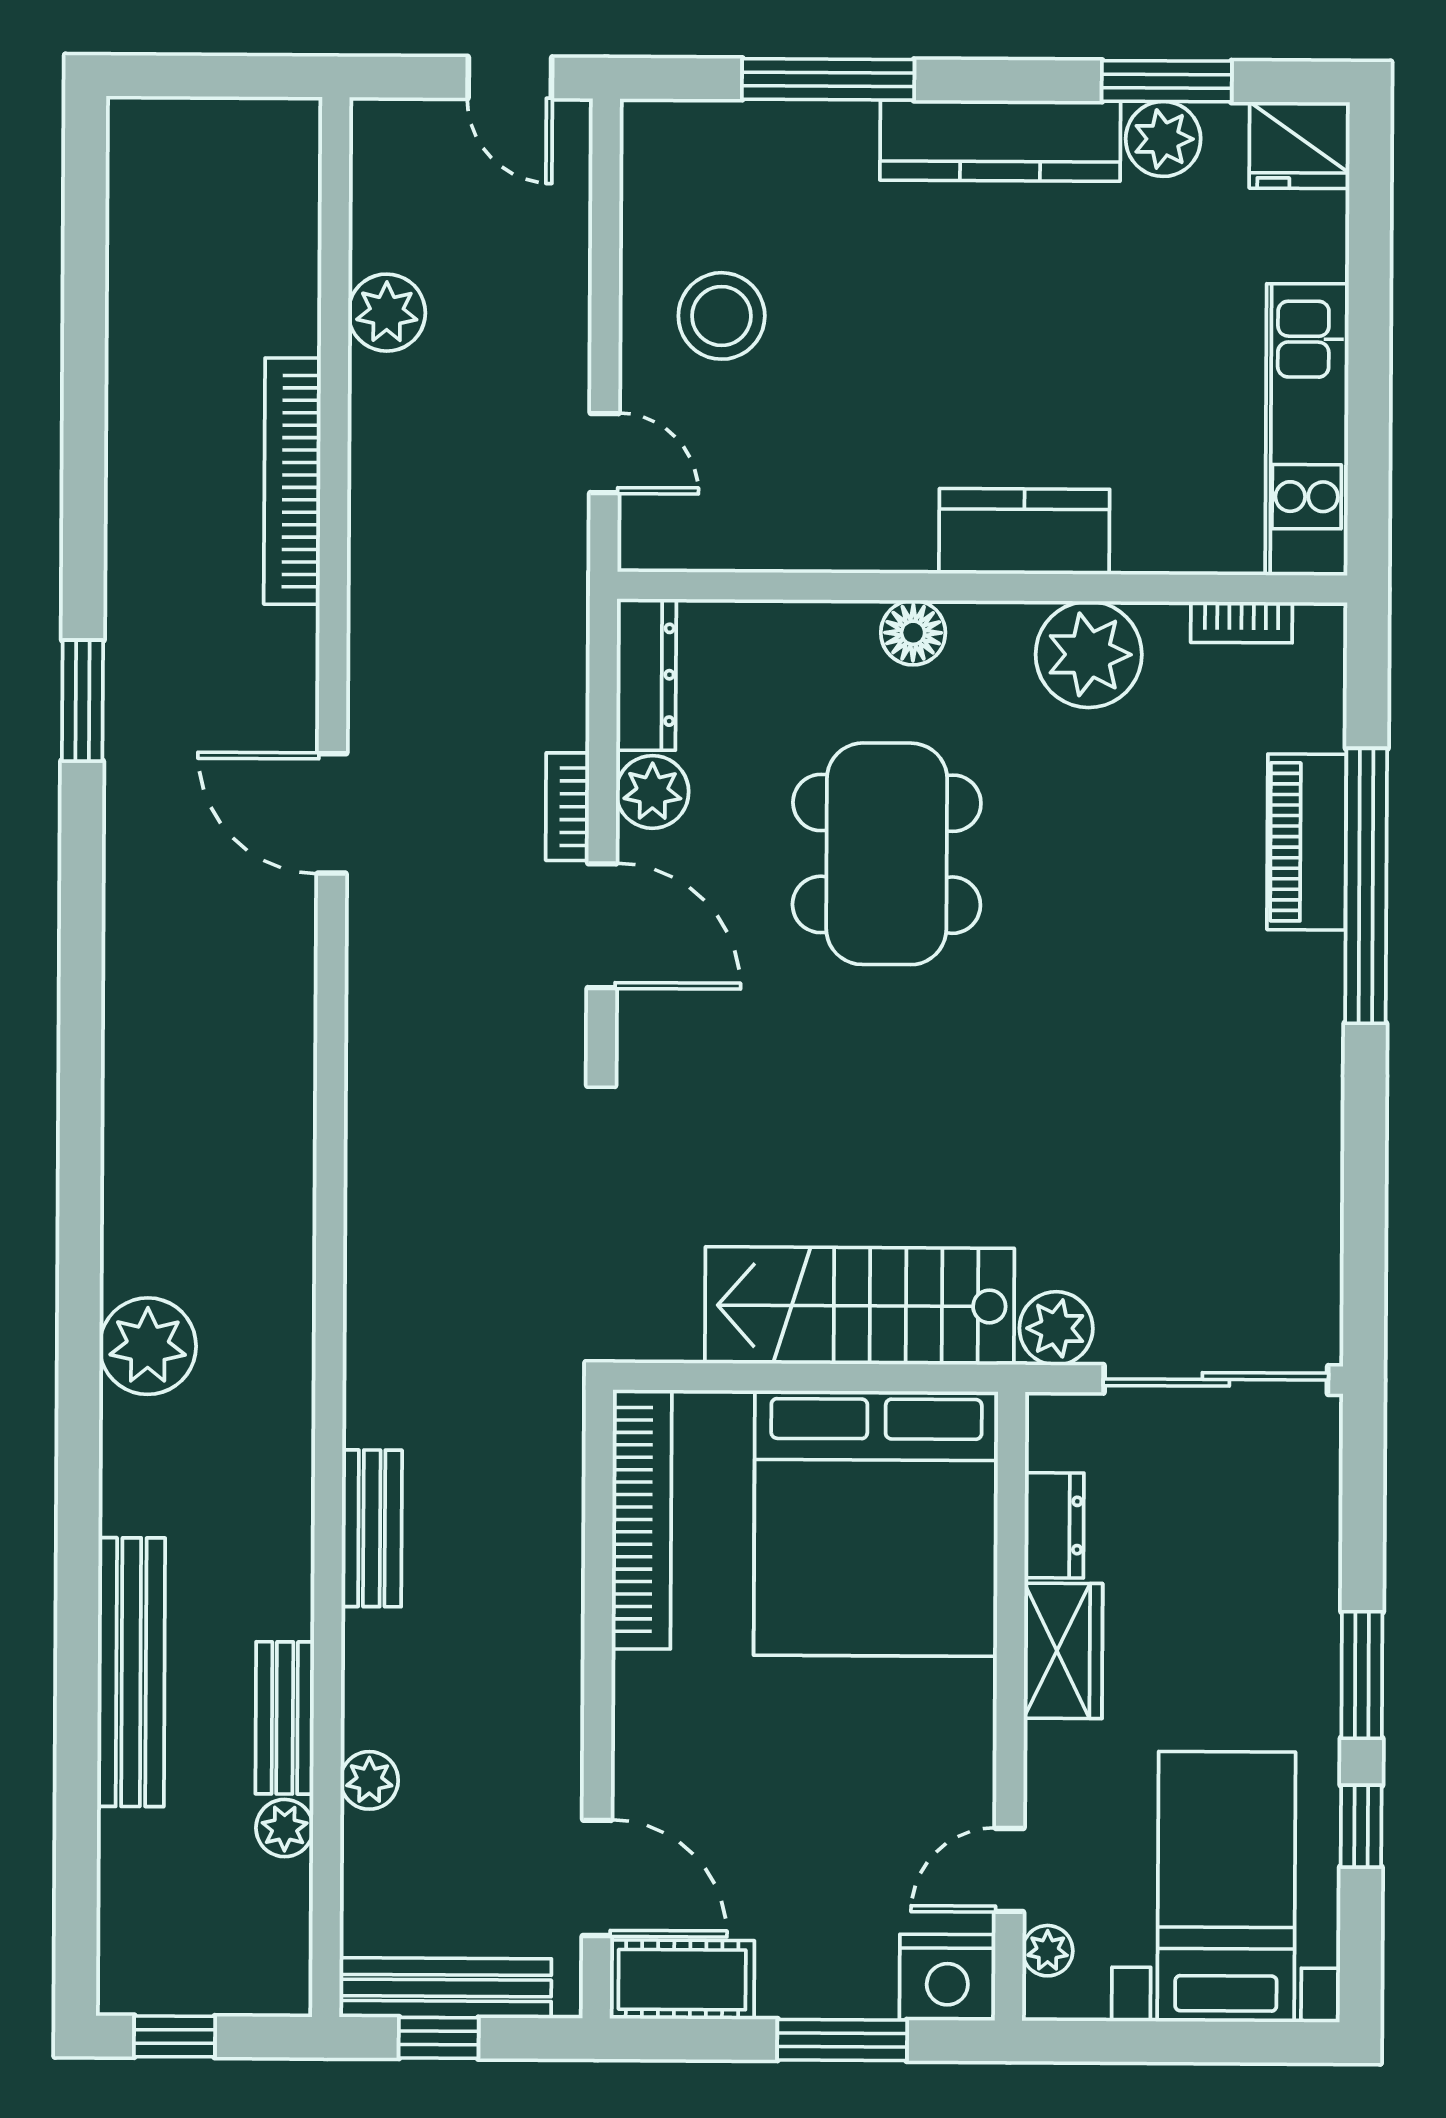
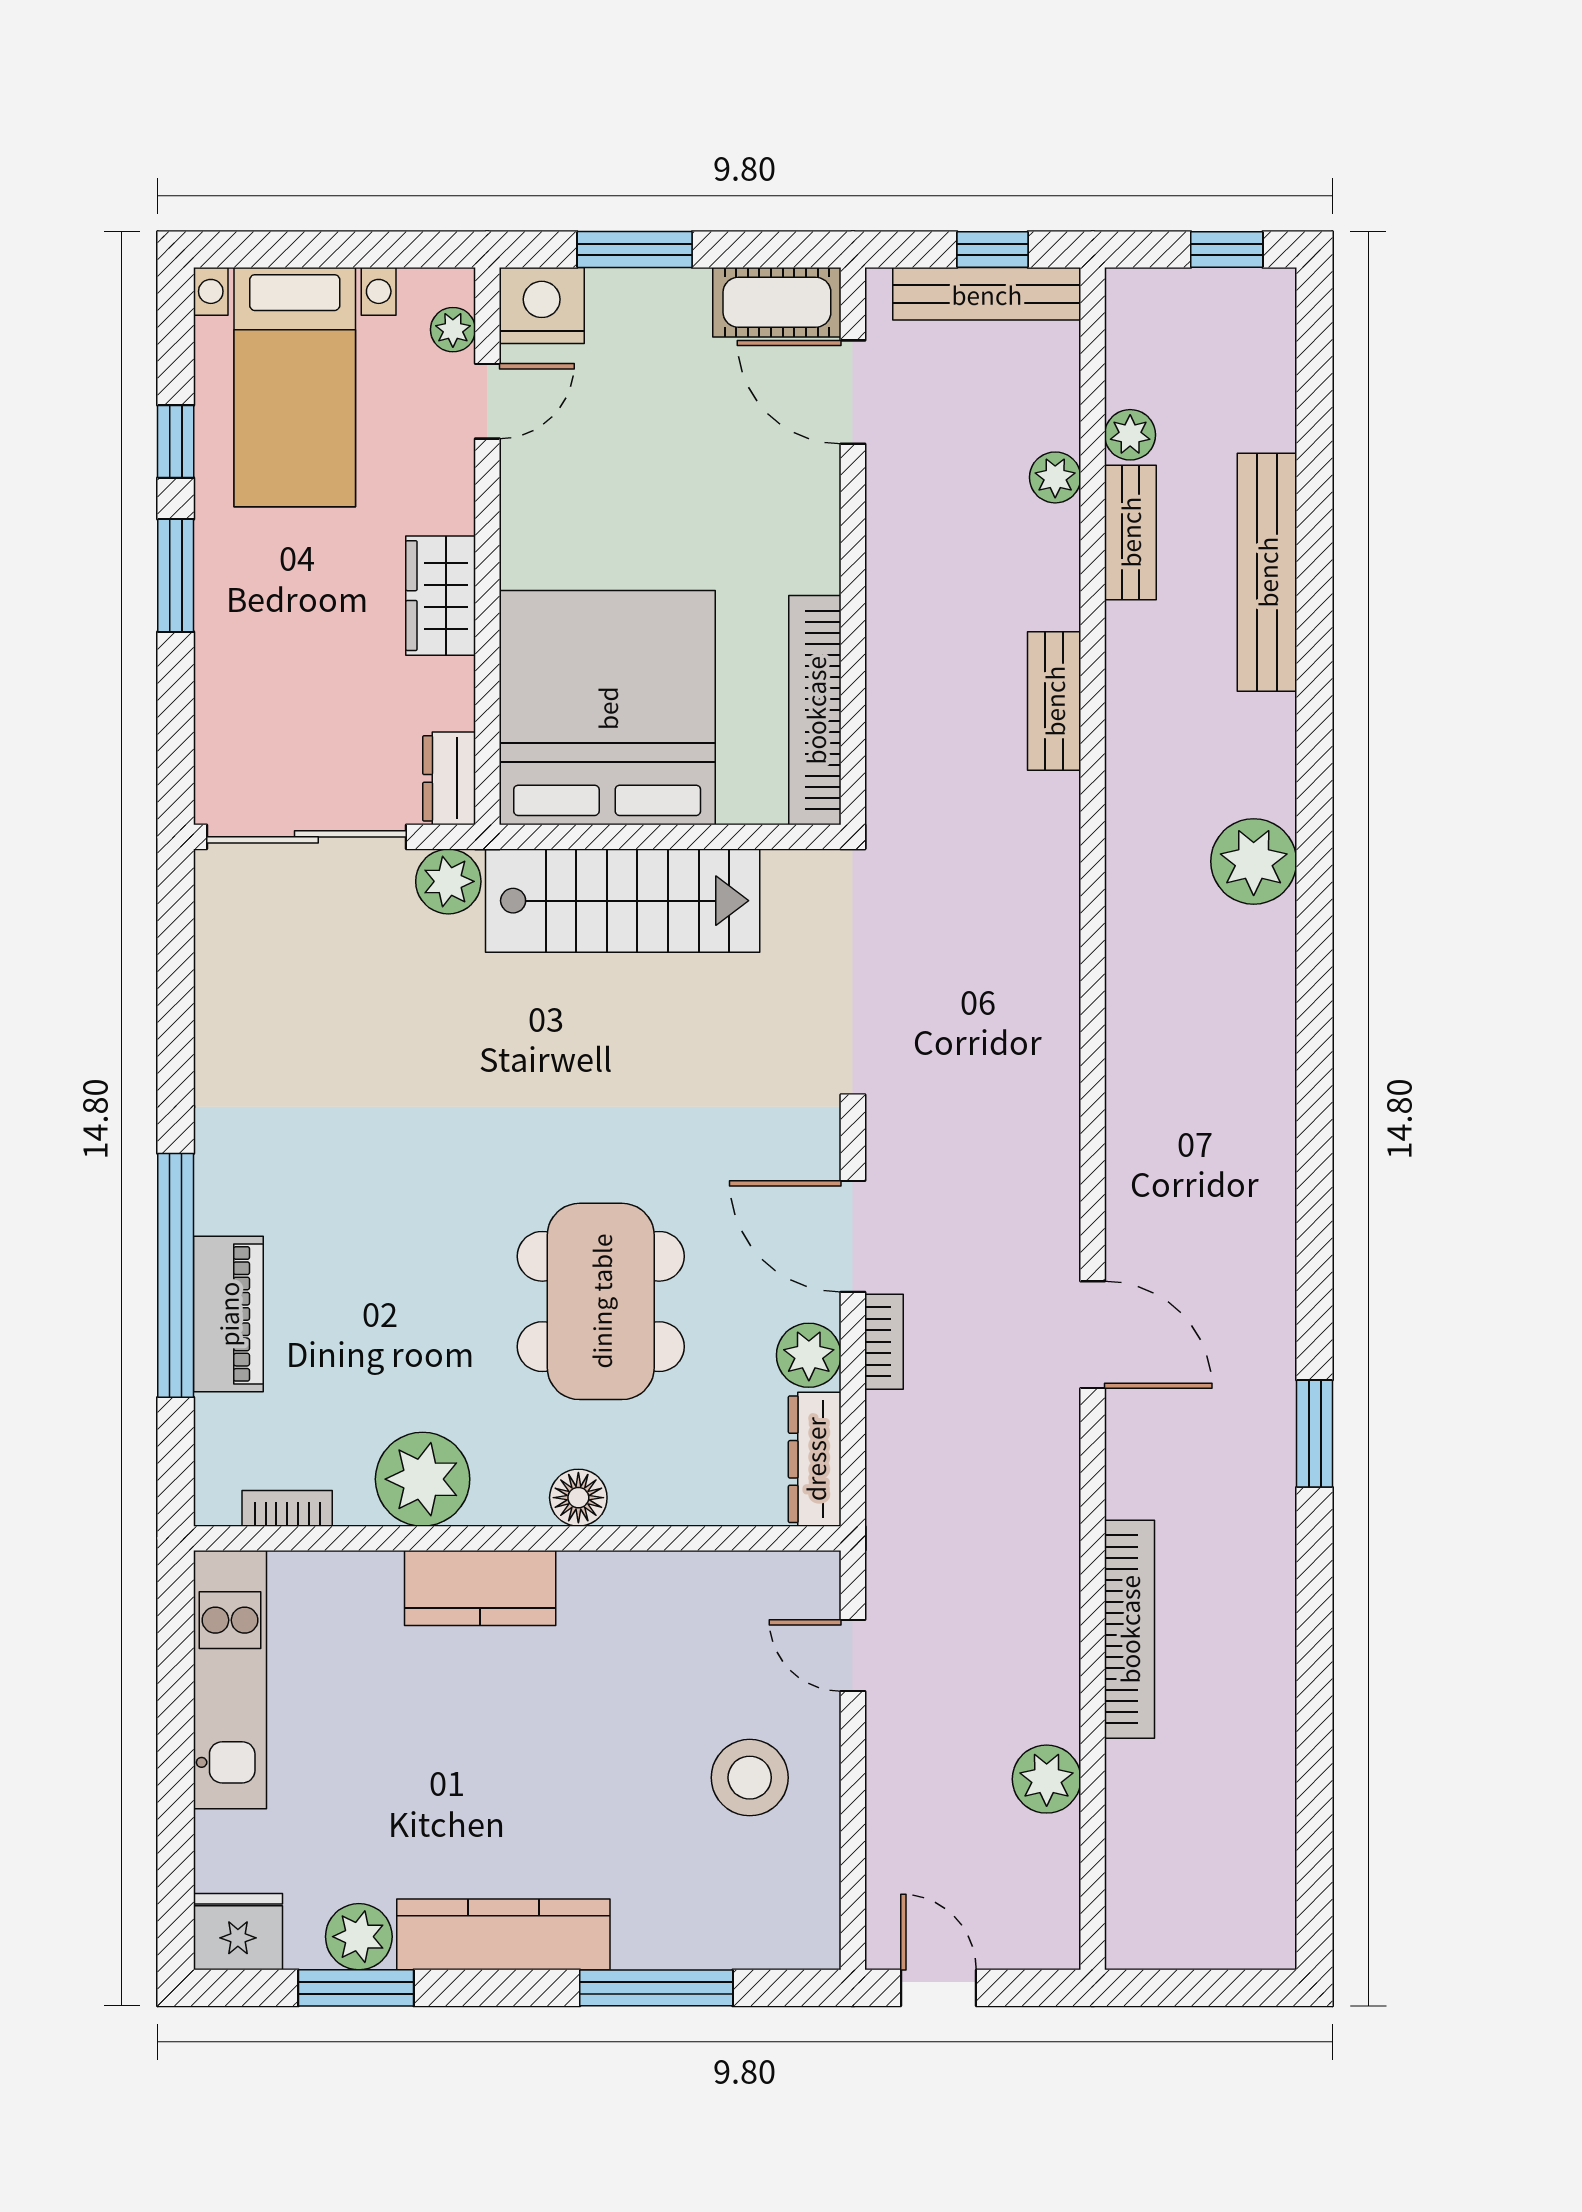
dresser: (1054, 1525) -> (449, 778), moved

